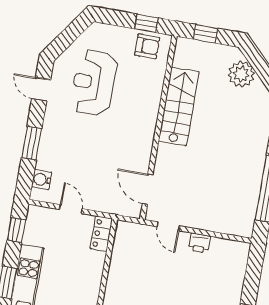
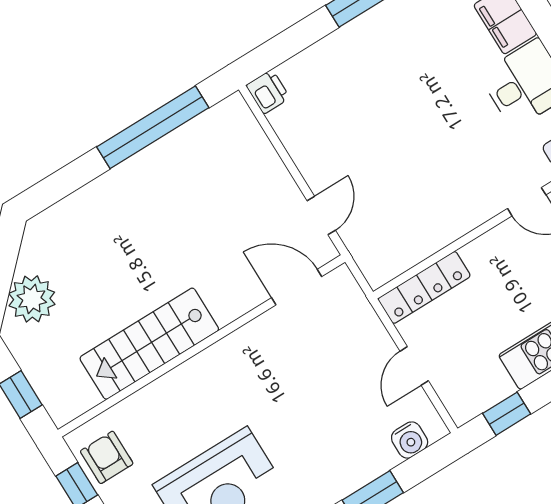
door: (148, 189) -> (297, 287), swing flipped
locker: (101, 234) -> (424, 287), width x1.53
printer: (199, 243) -> (268, 92), moved

